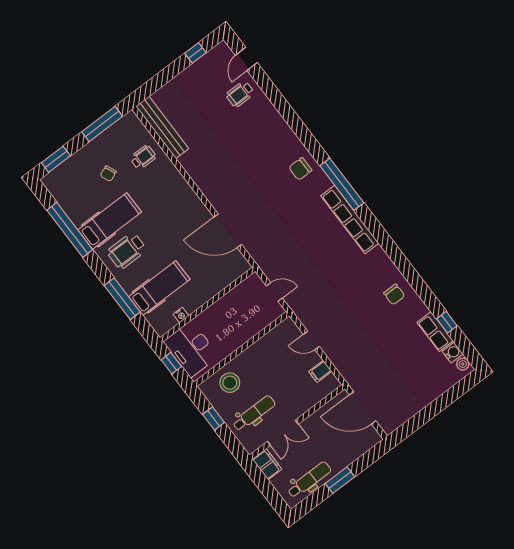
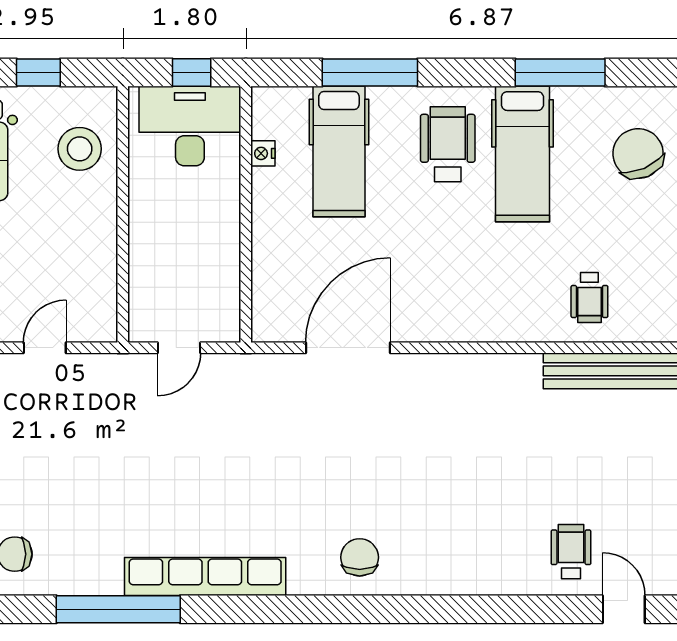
chair: (108, 174) -> (638, 154), moved, width x1.87, depth x1.87
window: (342, 184) -> (118, 609), moved
window: (70, 230) -> (560, 72), width x0.68

